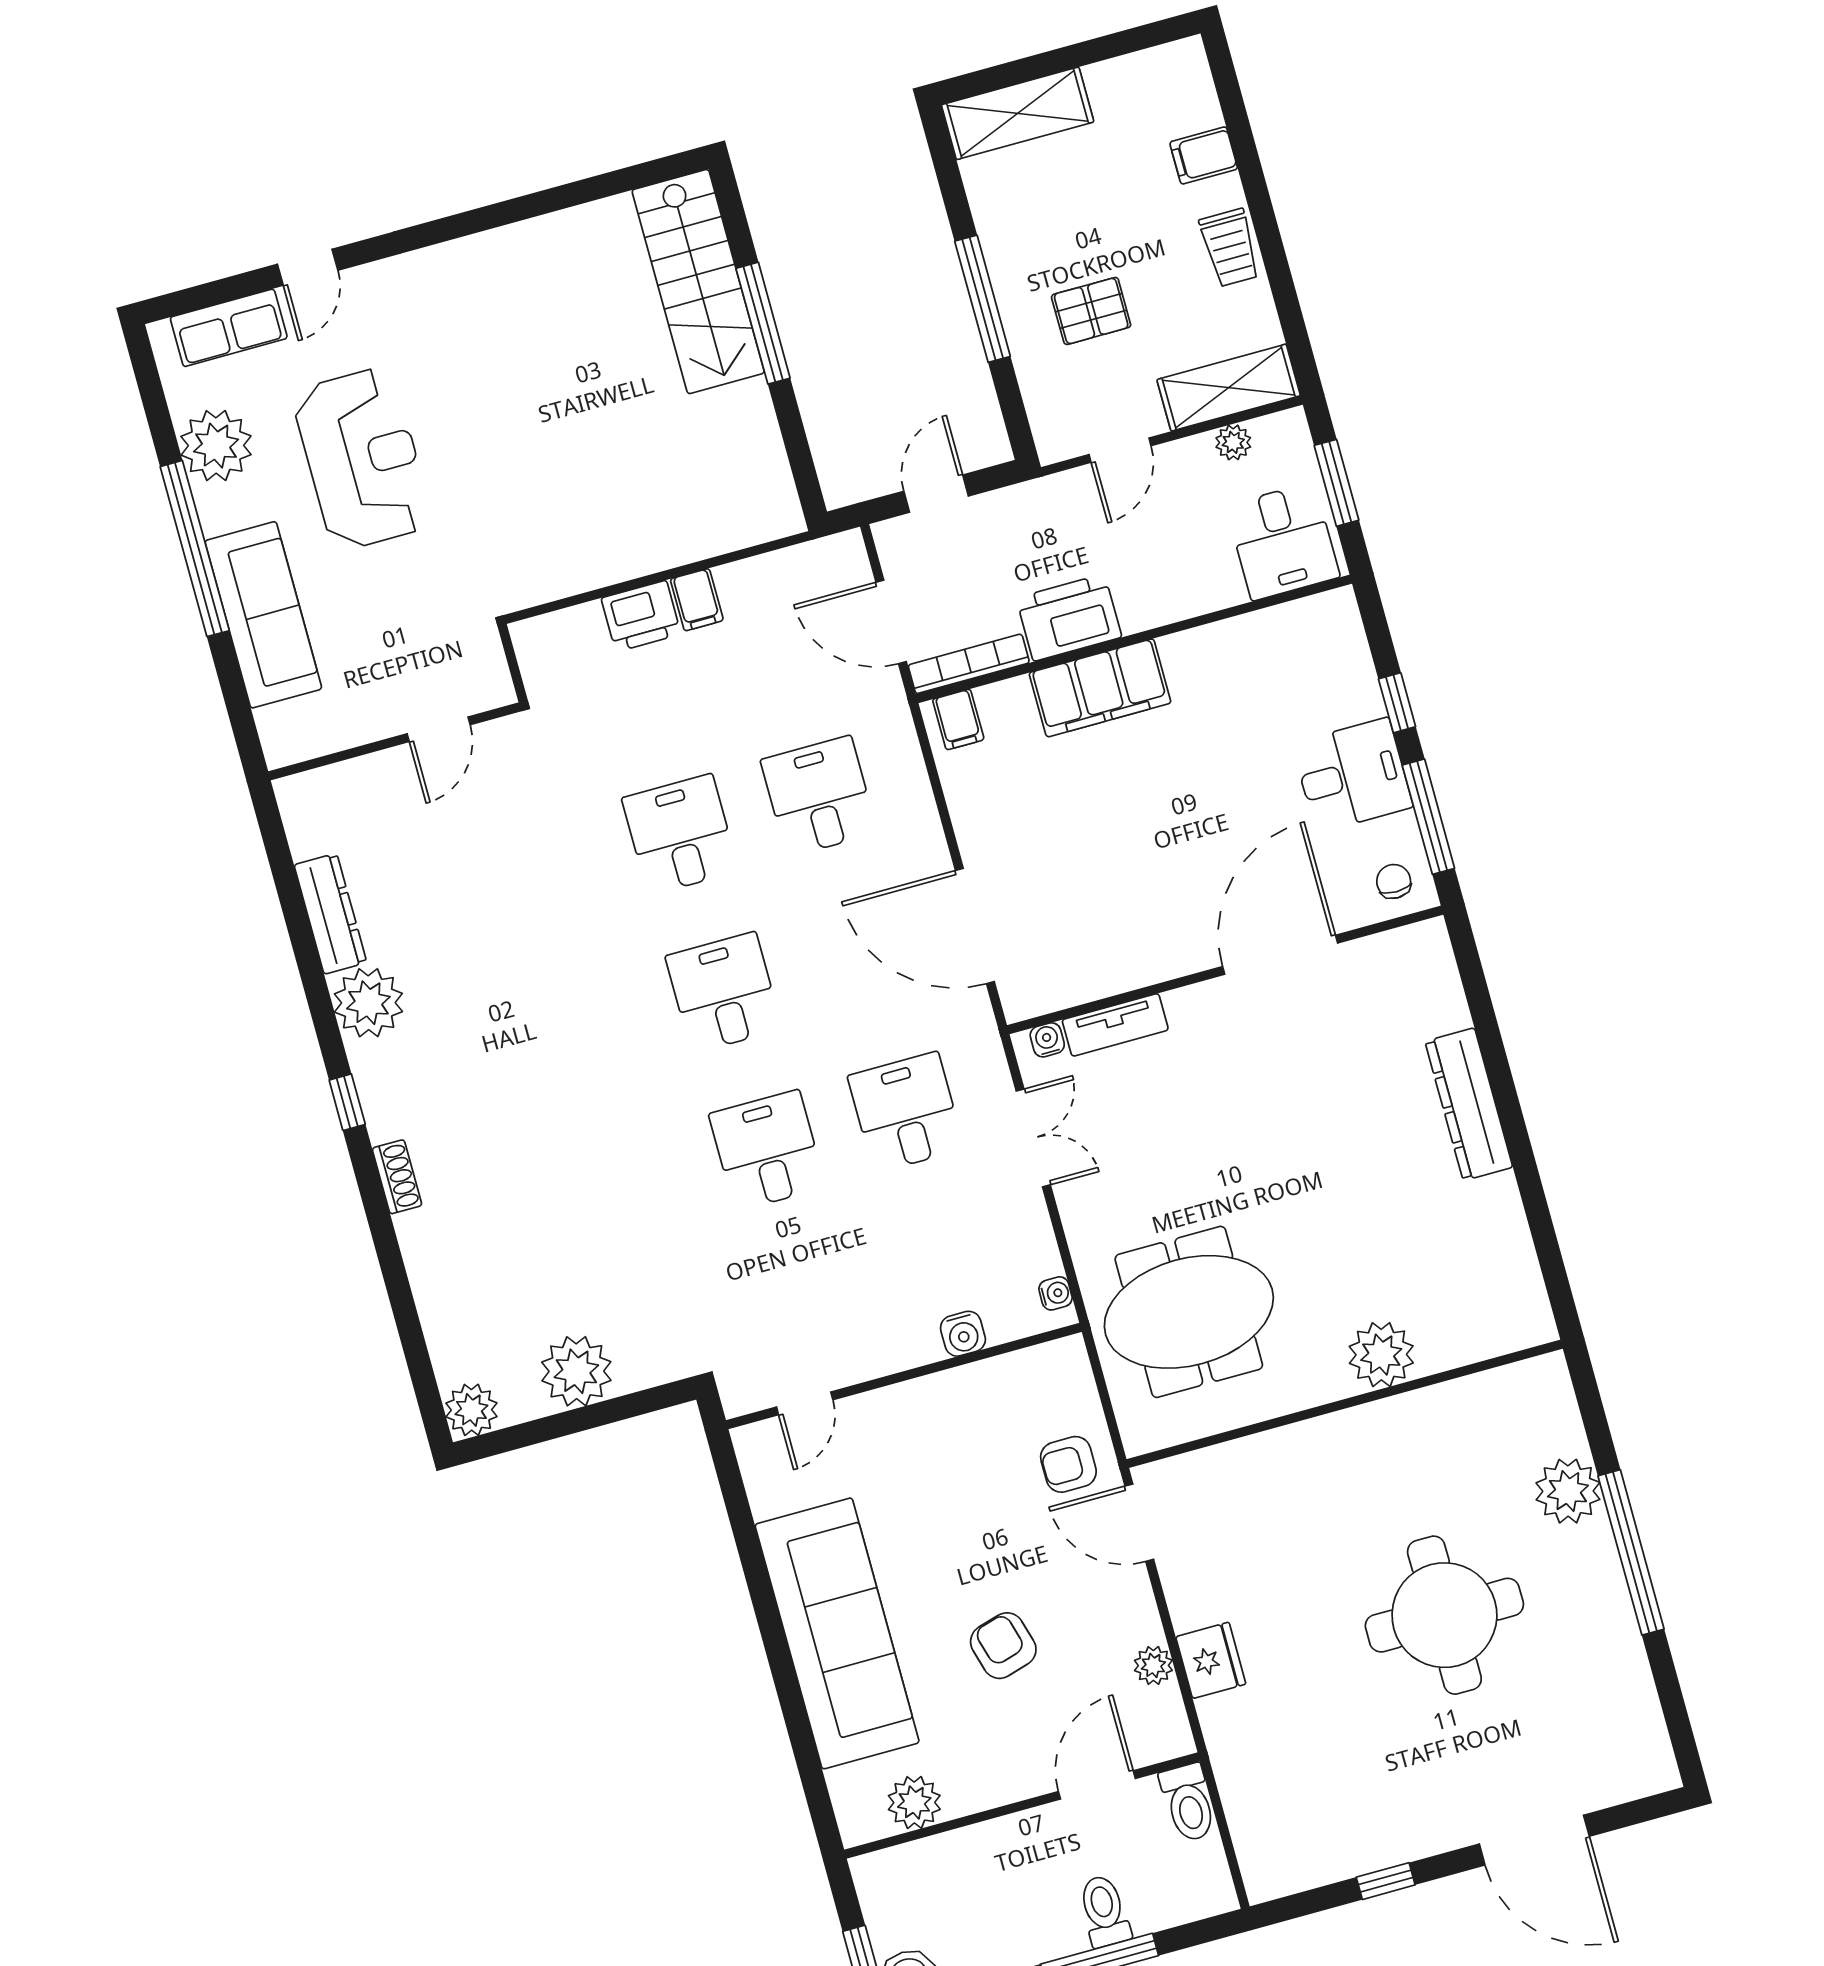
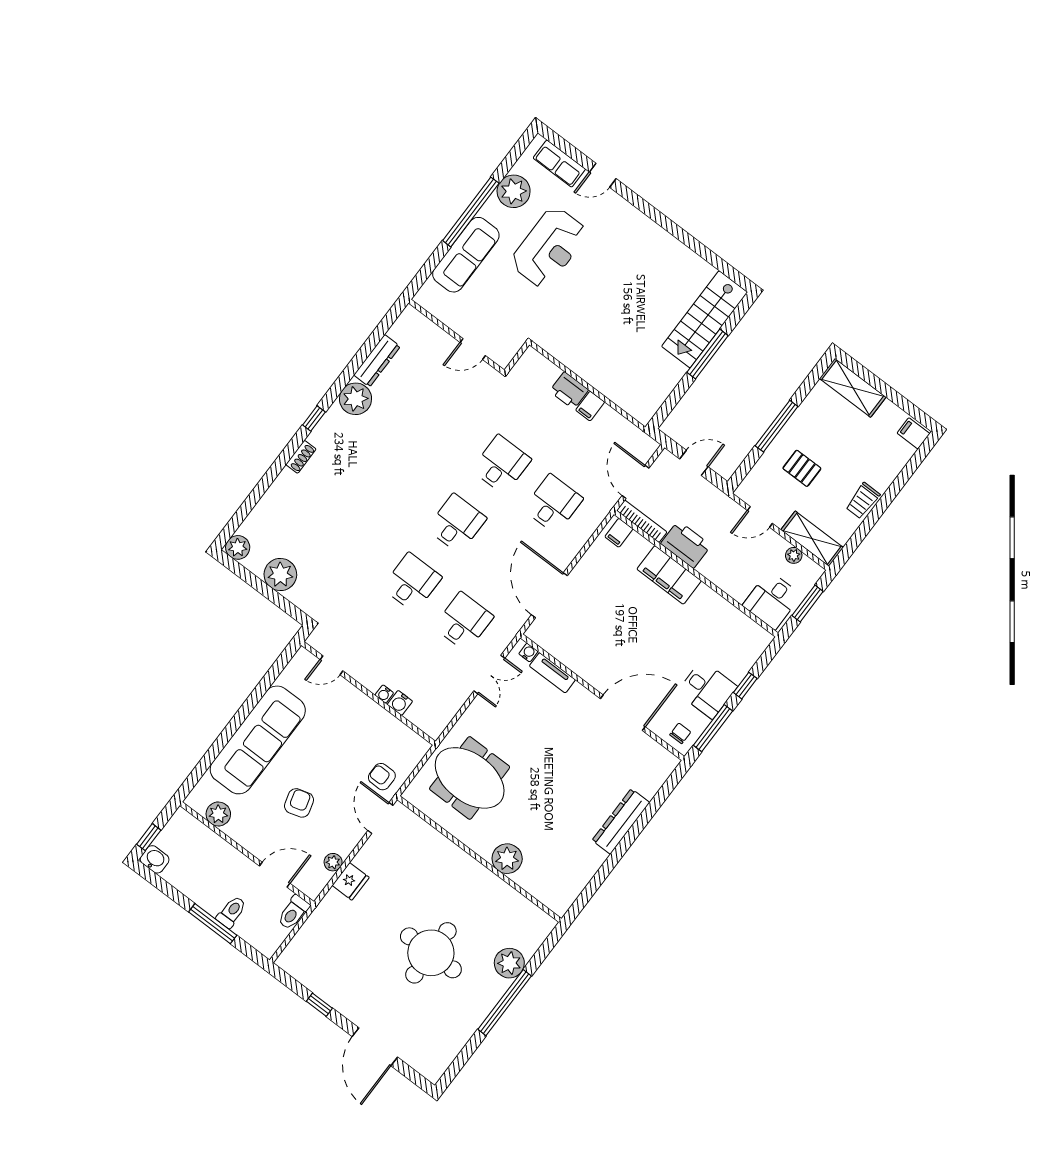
filing cabinet: (1204, 155) -> (913, 433), moved
water cooler: (1056, 1293) -> (384, 694), moved, turned 90

